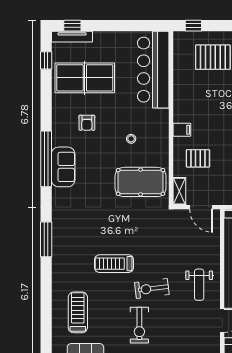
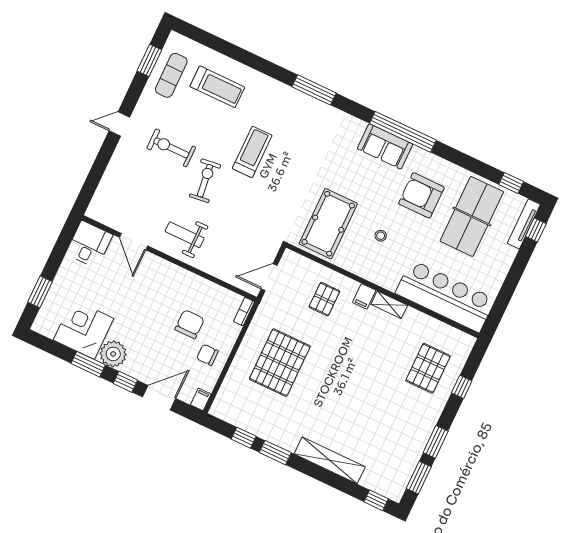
window: (193, 26) -> (462, 387), moved
armchair: (87, 123) -> (421, 195), width x1.88, depth x1.88
shelving: (179, 191) -> (389, 305), moved

